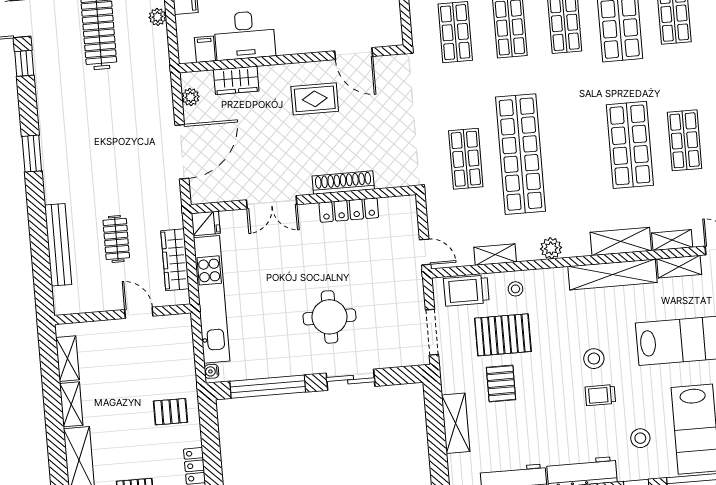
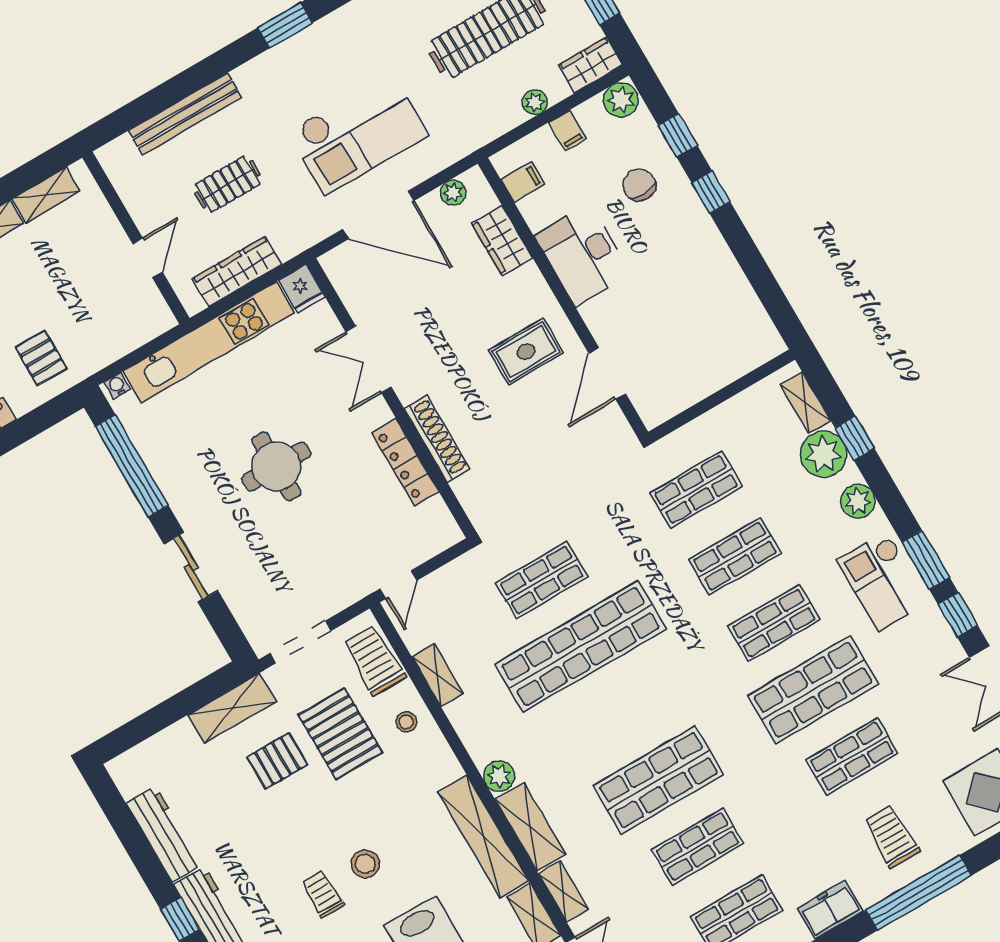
desk: (245, 35) -> (583, 255), moved
rug: (315, 99) -> (526, 352), turned 90
checkout: (124, 140) -> (358, 133), added
plant: (551, 248) -> (499, 776), moved
round table: (329, 317) -> (276, 466), moved
shelving: (456, 423) -> (232, 708), moved

